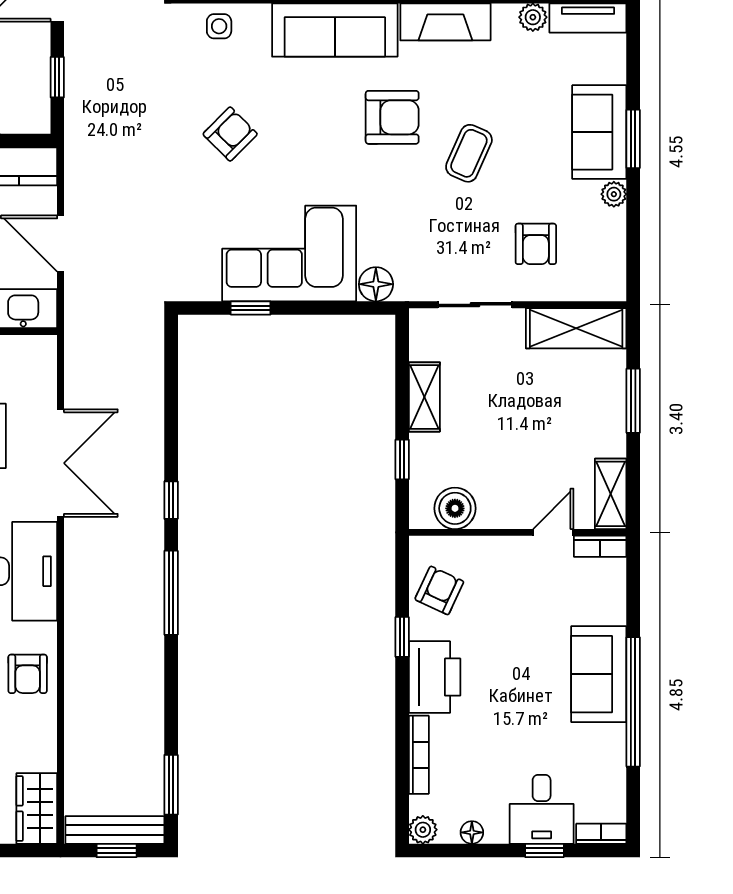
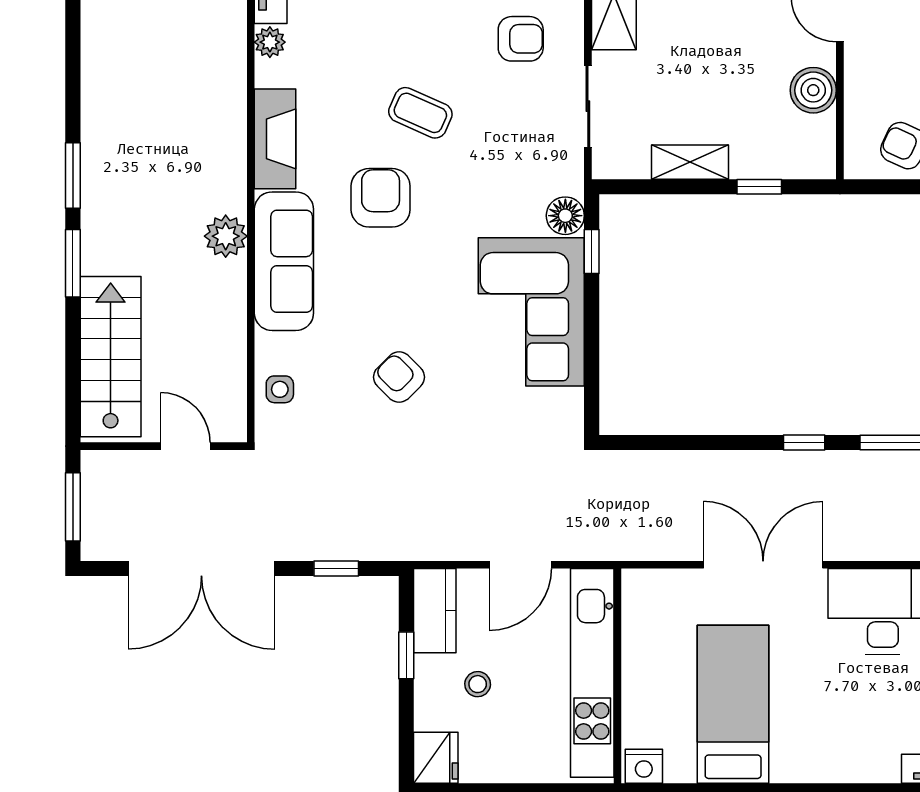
window: (251, 308) -> (592, 251), moved
boiler: (455, 508) -> (813, 90), moved

